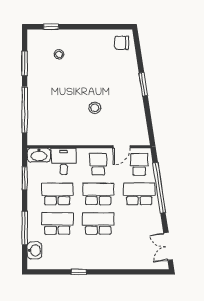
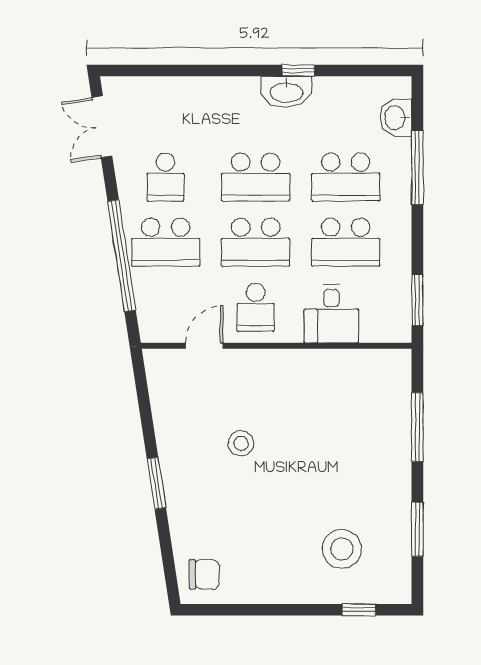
stool: (59, 54) -> (342, 549), width x1.89, depth x1.89
stool: (95, 108) -> (241, 443), moved
window: (25, 110) -> (417, 427), width x0.68
washbasin: (39, 155) -> (286, 92), moved, turned 180
school desk: (139, 164) -> (166, 177), moved
window: (25, 178) -> (417, 300), moved
double door: (168, 246) -> (102, 127), swing flipped

